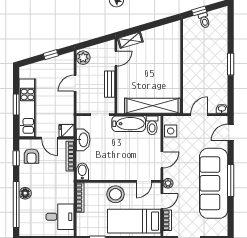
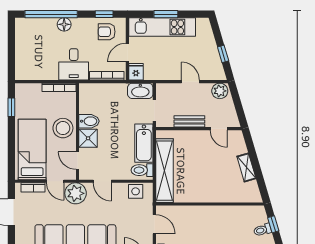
shelving: (130, 40) -> (246, 167), moved
washbasin: (83, 140) -> (140, 91), moved
bidet: (82, 172) -> (89, 121), moved
shower: (124, 172) -> (88, 138), added
plant: (168, 183) -> (76, 193), width x1.87, depth x1.87
desk: (60, 217) -> (74, 64), moved

